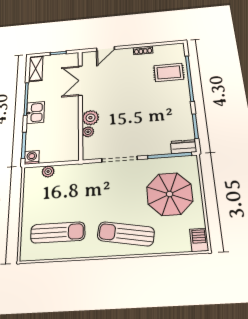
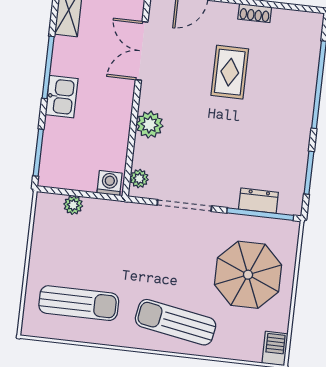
rug: (169, 72) -> (230, 72), moved, turned 90
plant: (88, 132) -> (139, 179), moved
dresser: (184, 147) -> (258, 201), moved
washing machine: (32, 157) -> (110, 183), moved

